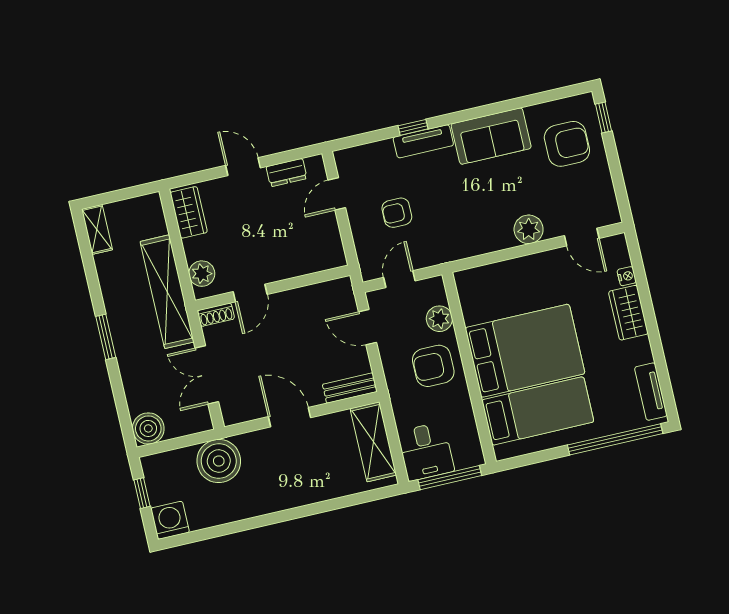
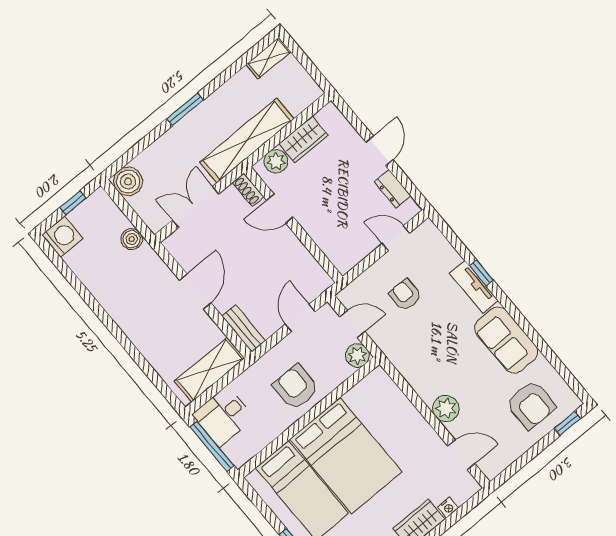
wardrobe: (189, 212) -> (303, 139), moved
door: (582, 237) -> (461, 455), swing flipped
plant: (439, 319) -> (357, 355), moved
boiler: (219, 461) -> (132, 239), width x0.54, depth x0.54

